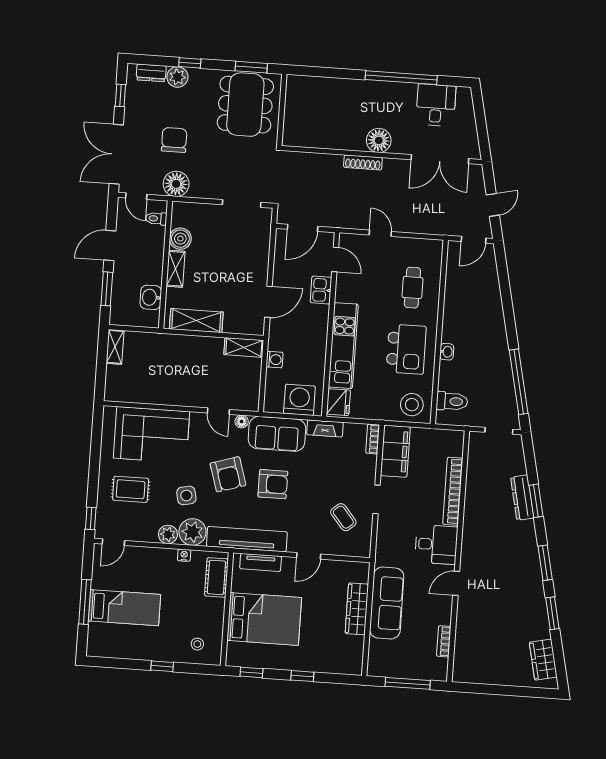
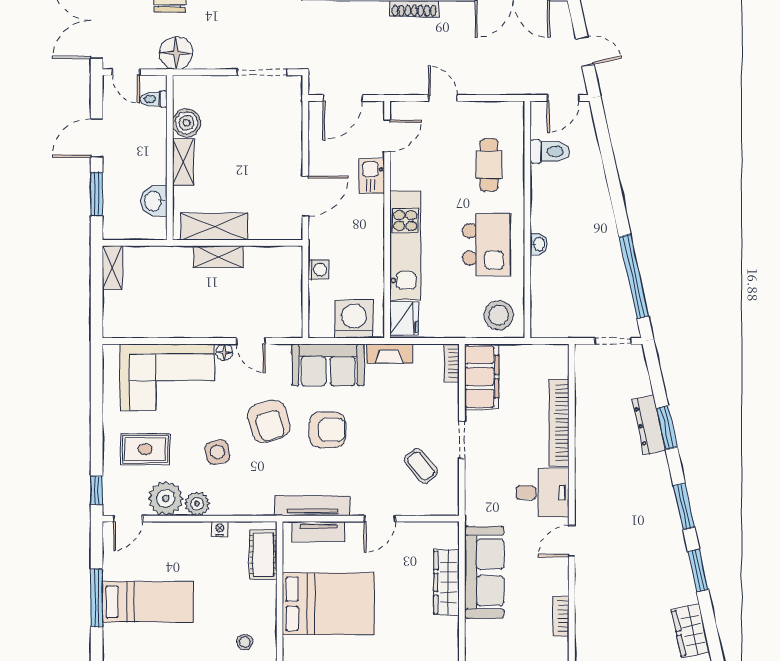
door: (493, 205) -> (585, 51), hinge flipped
door: (335, 259) -> (387, 136), hinge flipped
shelving: (244, 347) -> (218, 257), moved
toilet: (452, 401) -> (550, 152), moved
floor lamp: (242, 421) -> (224, 352), moved
plant: (192, 532) -> (166, 498), moved
tv unit: (247, 539) -> (313, 506), width x0.73, depth x0.78

